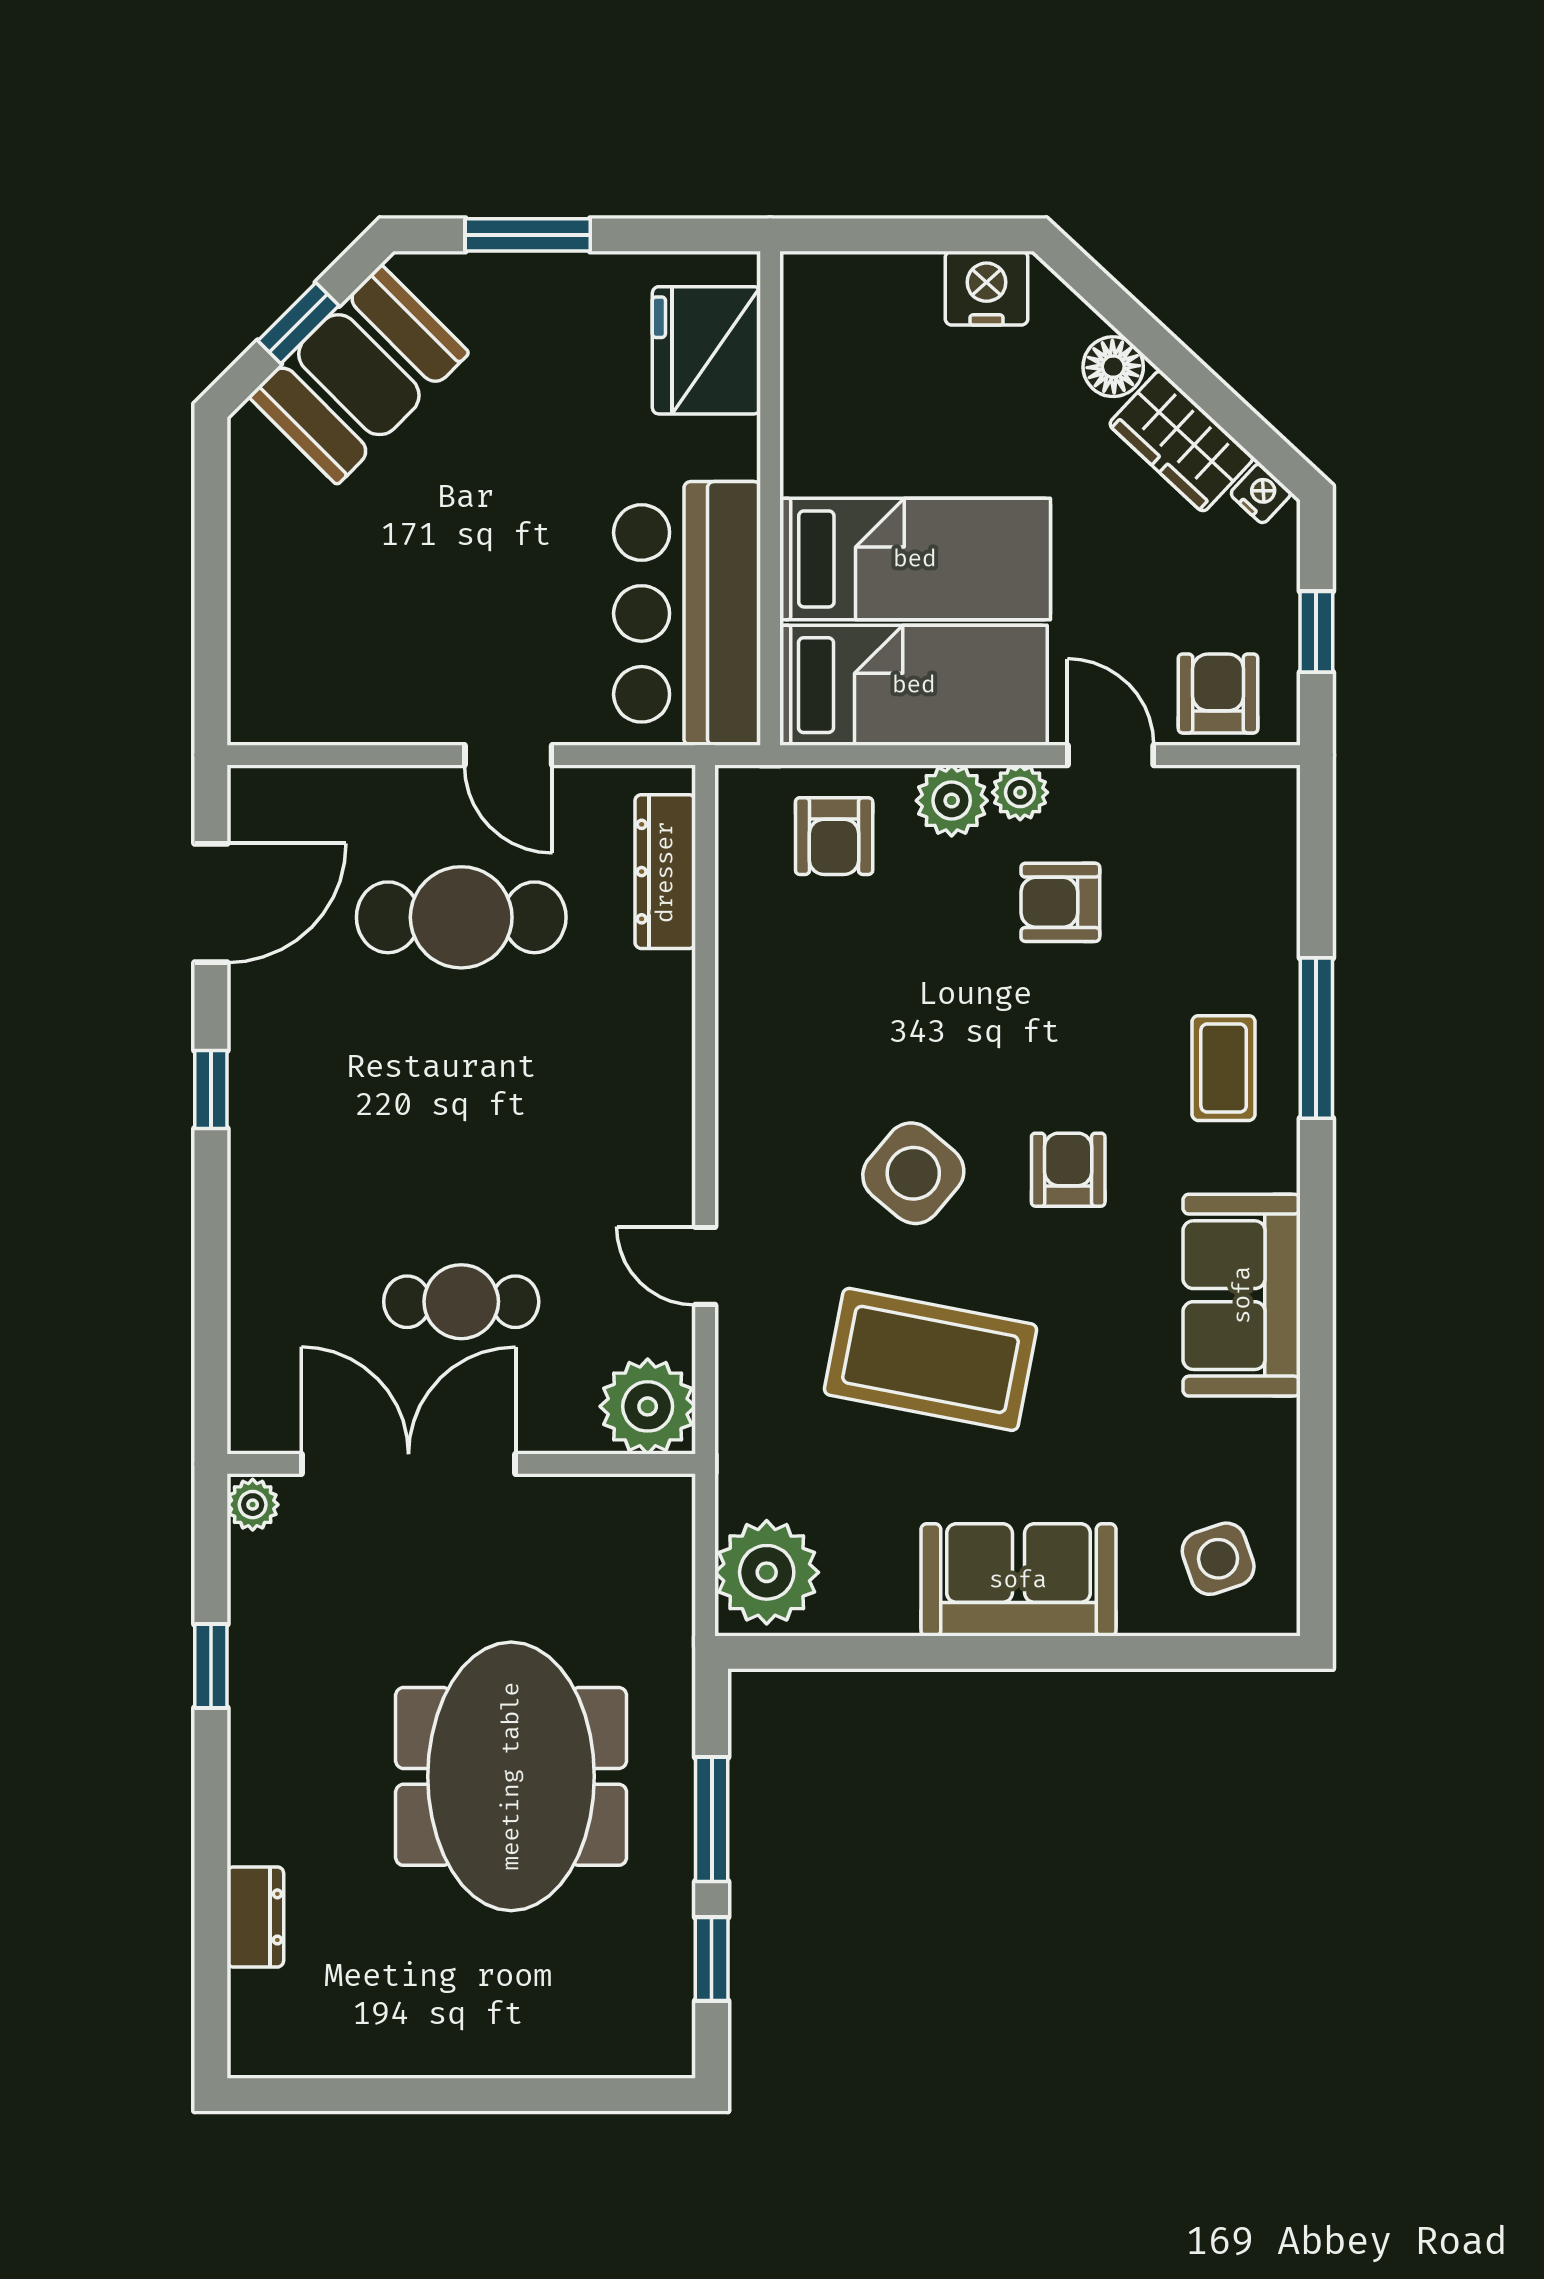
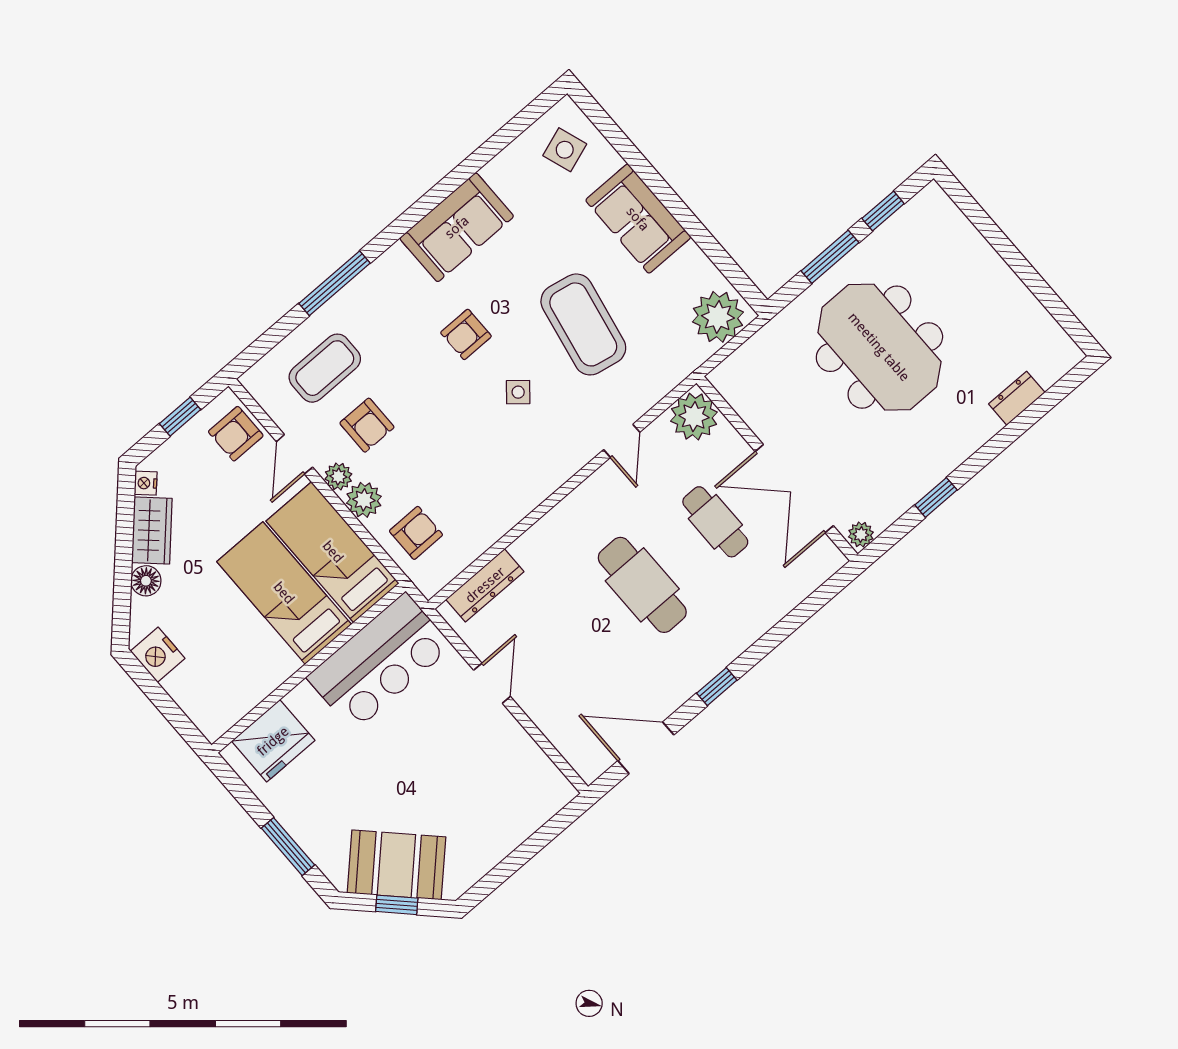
cafe table: (461, 917) -> (642, 585), moved
coffee table: (1224, 1068) -> (325, 368), moved, width x1.36, depth x1.30
side table: (913, 1173) -> (518, 392), width x0.54, depth x0.54
meeting table: (511, 1776) -> (879, 347), turned 90

